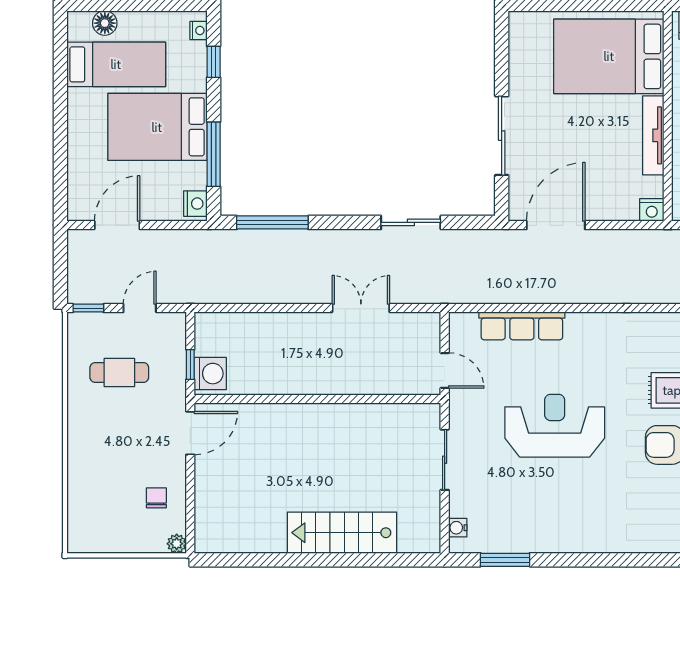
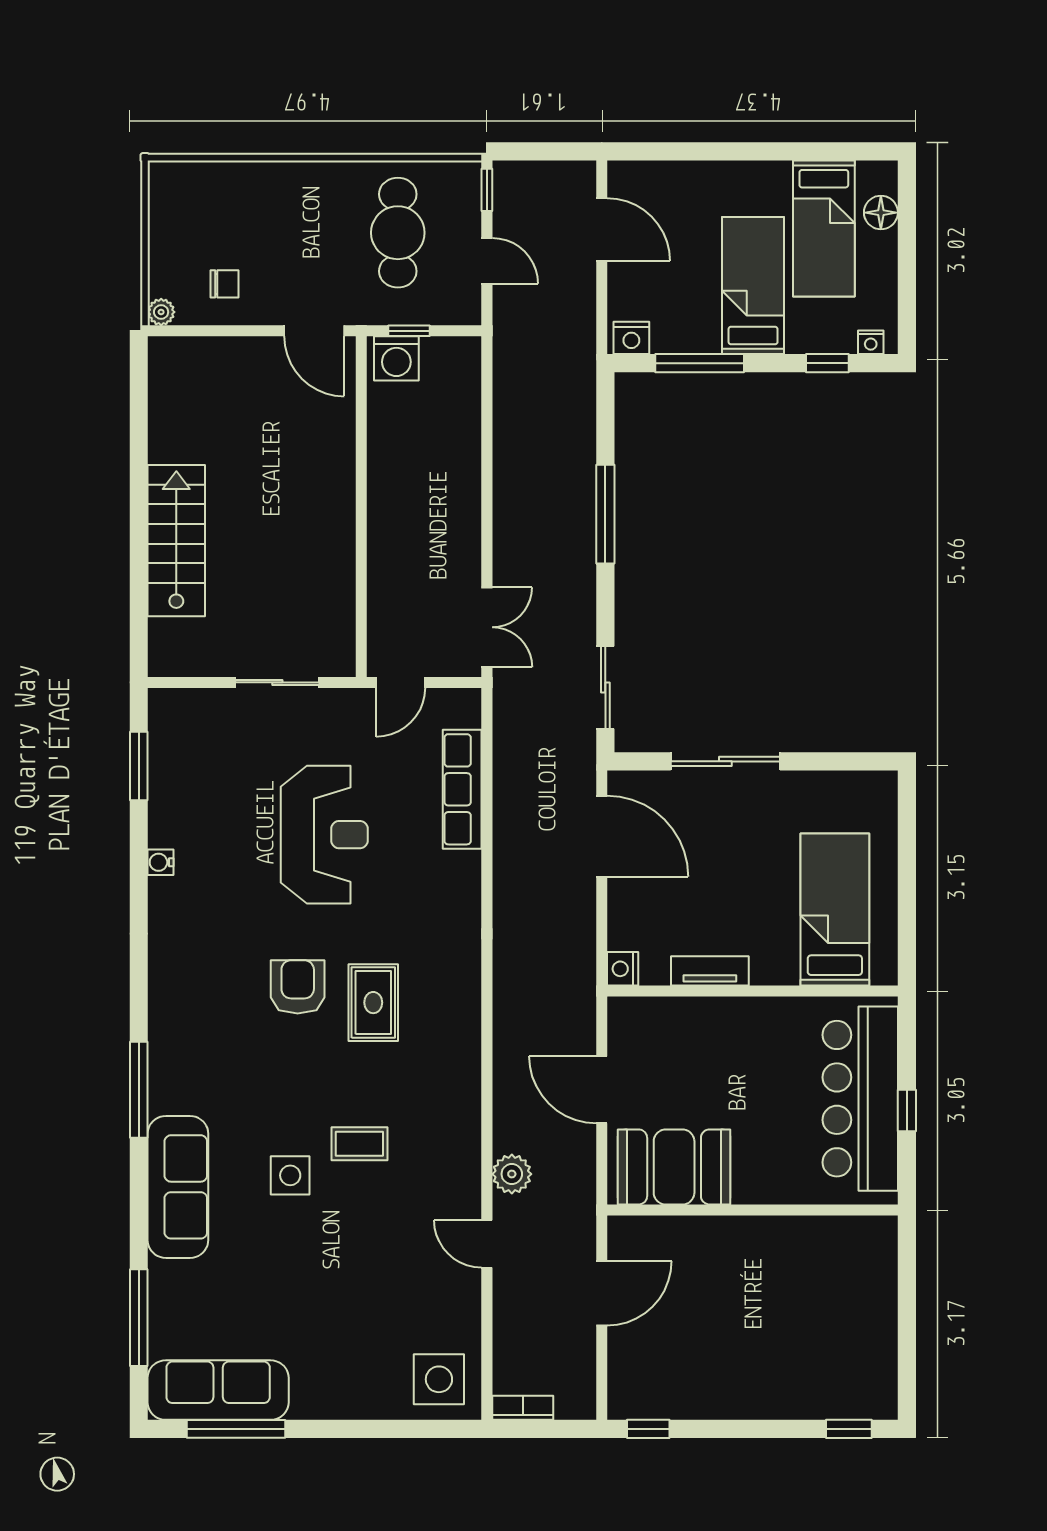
bed: (609, 56) -> (835, 910), width x0.67
bed: (157, 127) -> (753, 285), width x0.67
tv unit: (653, 135) -> (710, 971), width x0.71
window: (272, 222) -> (605, 514), moved
sliding door: (411, 222) -> (605, 688), moved
double door: (361, 308) -> (487, 627), moved
cafe table: (119, 373) -> (398, 233), width x1.37, depth x1.35
water cooler: (458, 528) -> (161, 862), moved, turned -90

